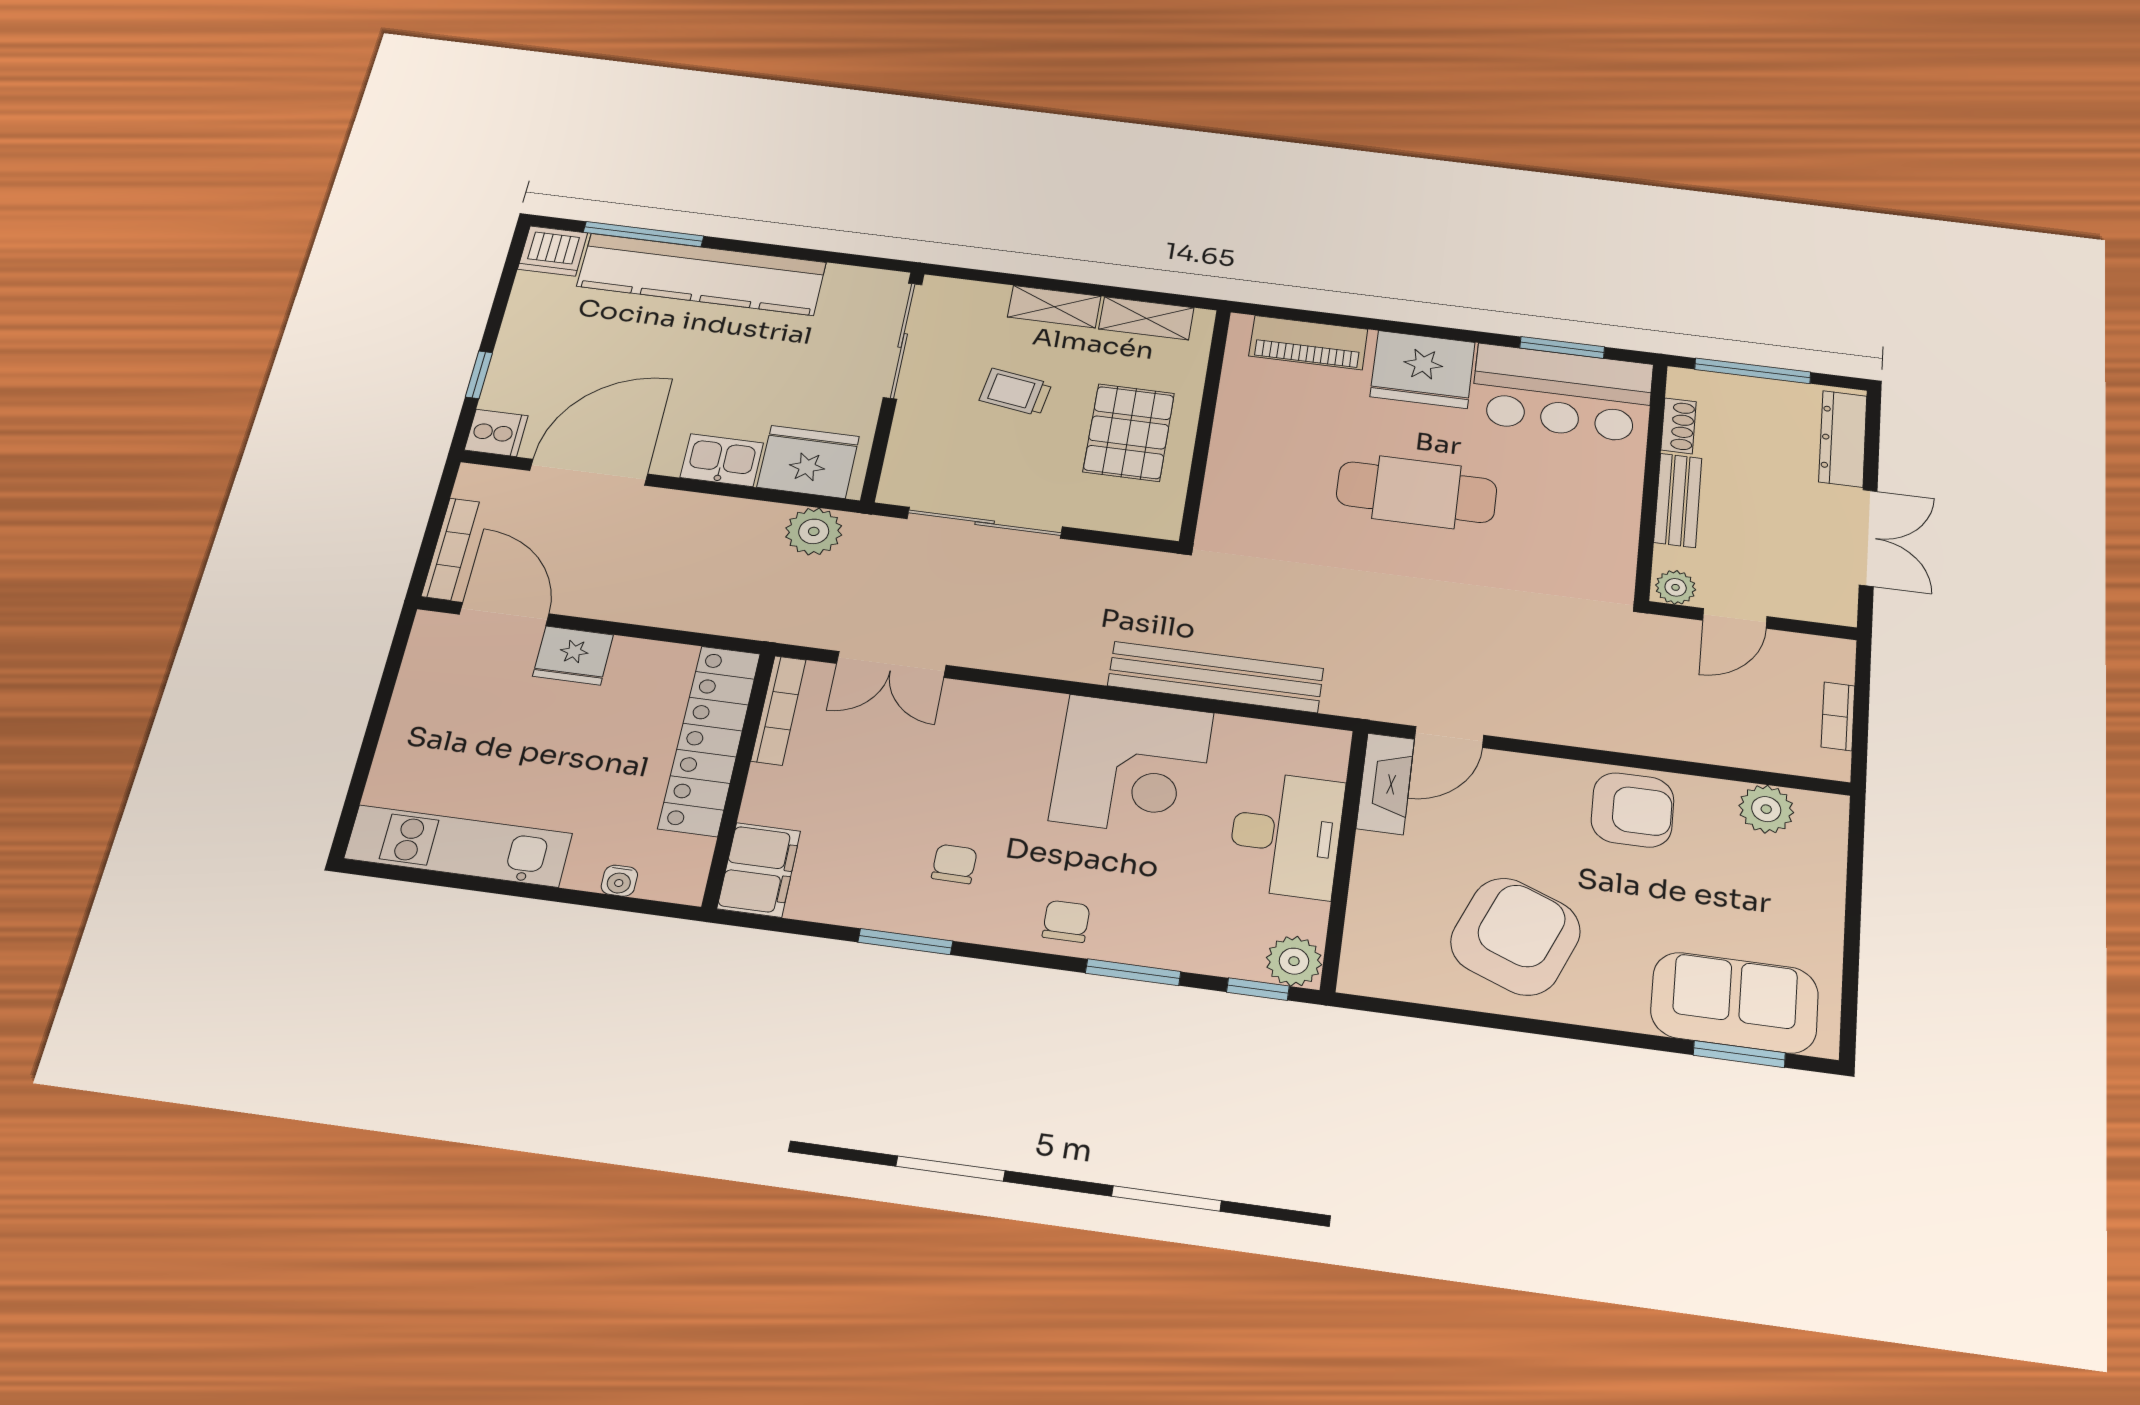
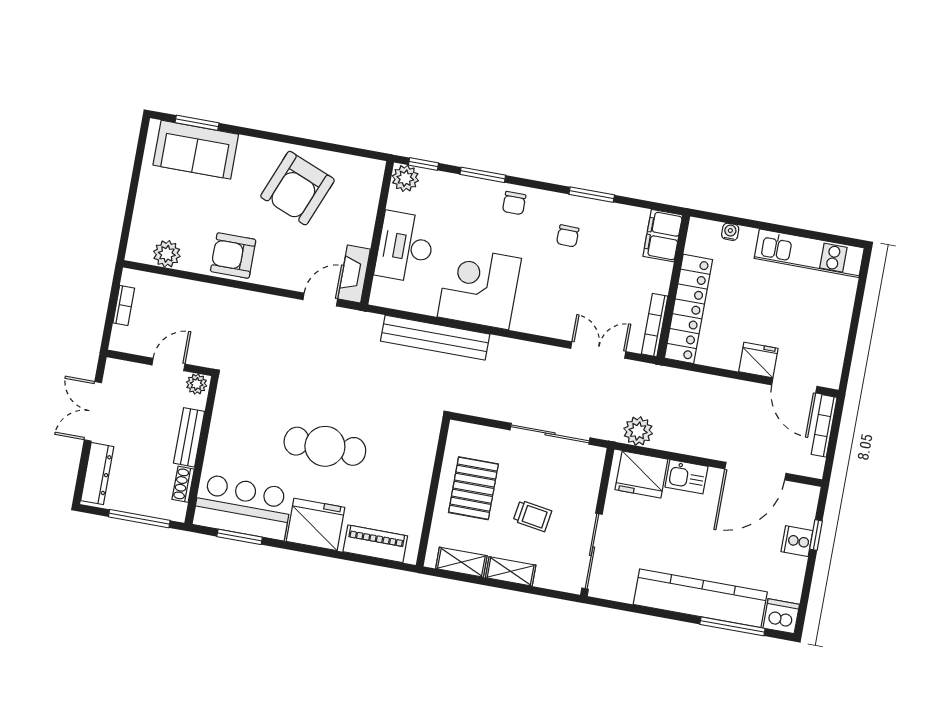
cooker: (496, 433) -> (797, 541), moved

